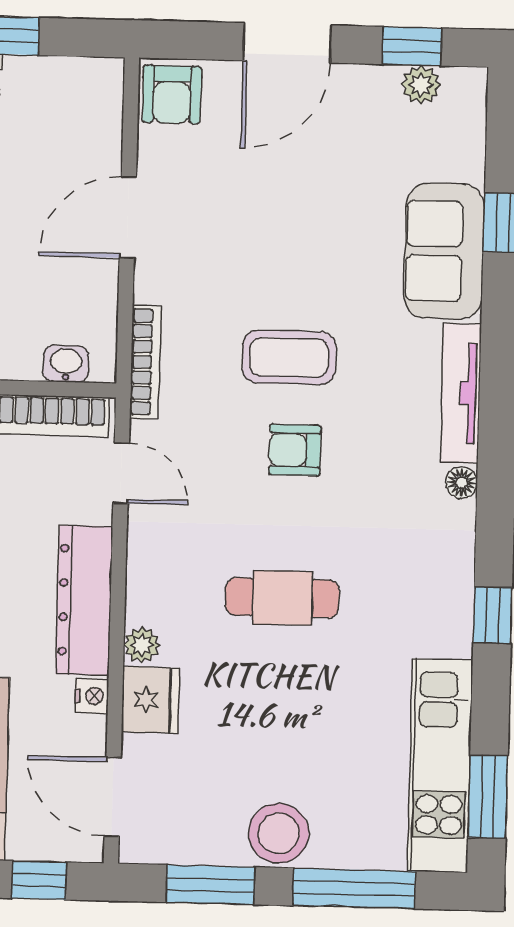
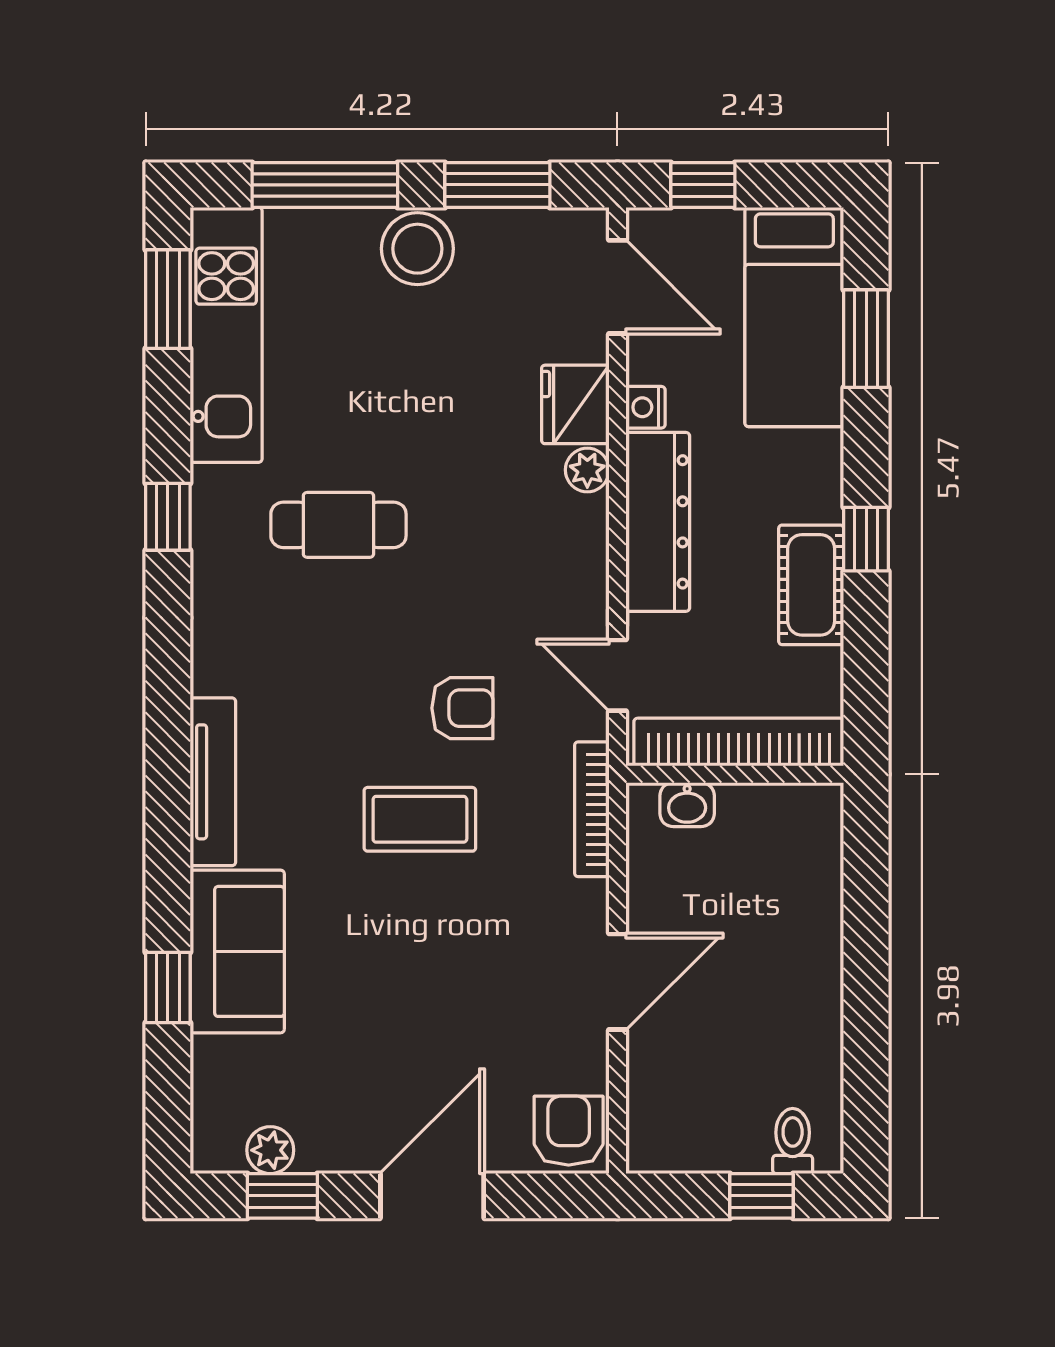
armchair: (295, 450) -> (462, 708), moved
floor lamp: (462, 483) -> (209, 675), removed
cafe table: (282, 598) -> (338, 525), moved

